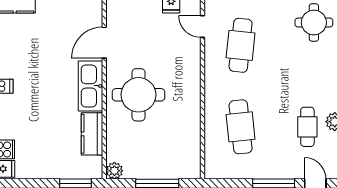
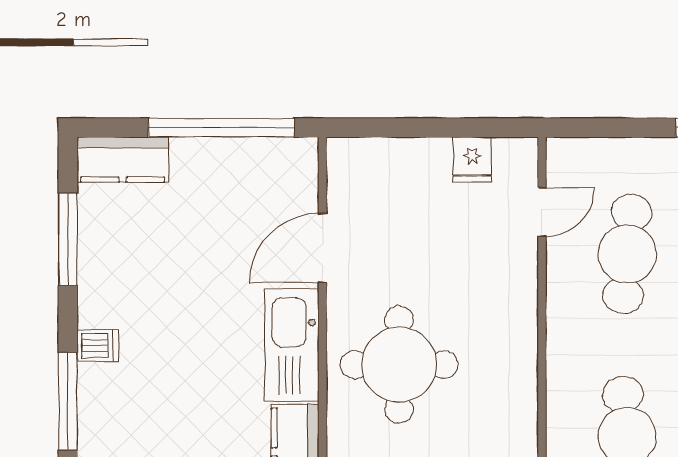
door: (202, 26) -> (542, 212), swing flipped

